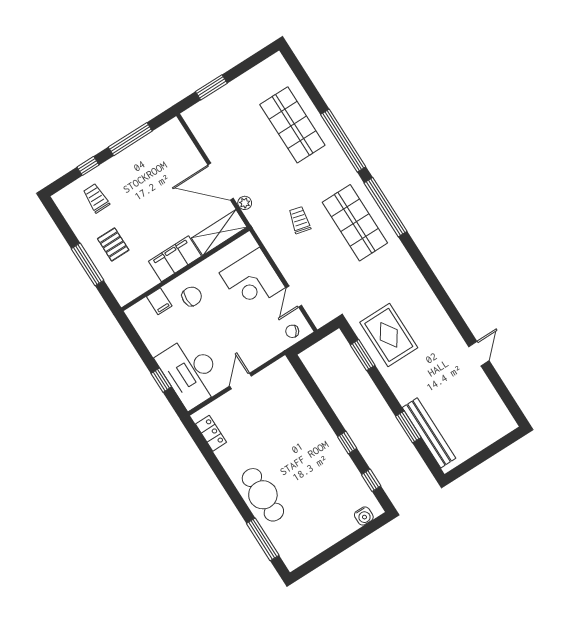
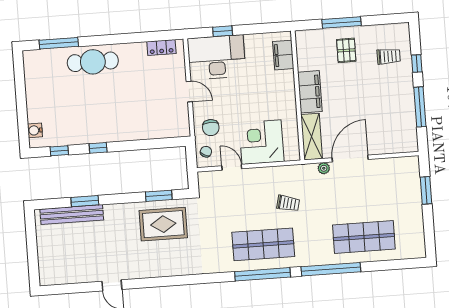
pallet: (113, 244) -> (346, 50), turned 90
chair: (192, 296) -> (211, 128), moved
filing cabinet: (159, 301) -> (283, 55), width x2.00

